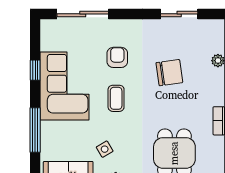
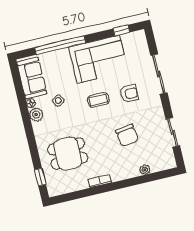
sliding door: (83, 14) -> (159, 74), moved
window: (35, 70) -> (121, 30), moved
window: (35, 130) -> (60, 45), width x1.46

